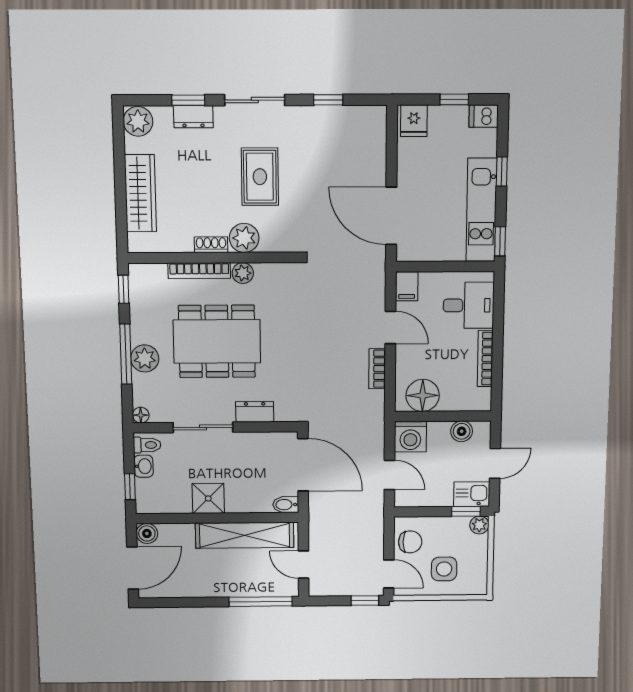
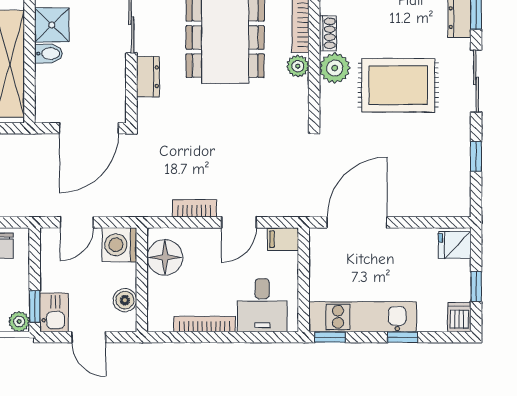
rug: (260, 177) -> (398, 85), width x1.36, depth x1.43
bidet: (286, 505) -> (49, 54), moved, turned 90

